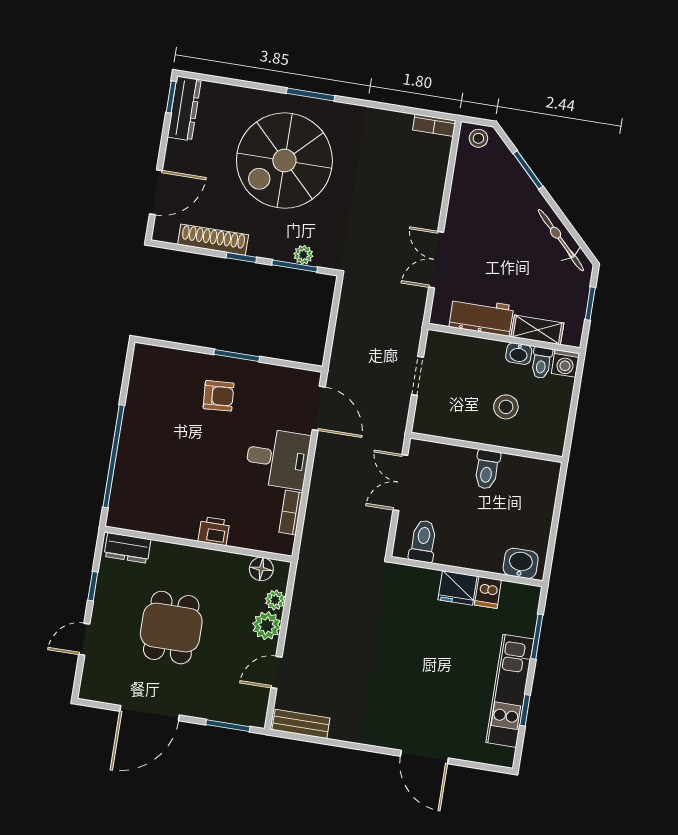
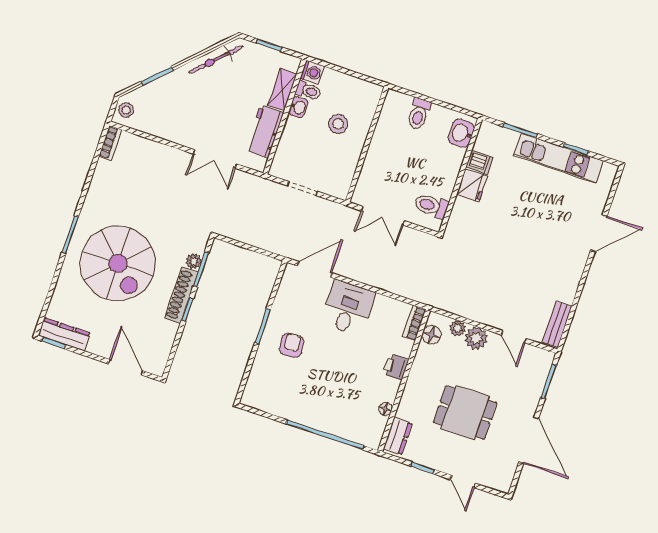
shoe rack: (213, 240) -> (181, 295), moved
toilet: (487, 469) -> (419, 114), moved, turned 90
bookcase: (291, 512) -> (414, 323), moved, turned 90
floor lamp: (159, 527) -> (385, 409), added

